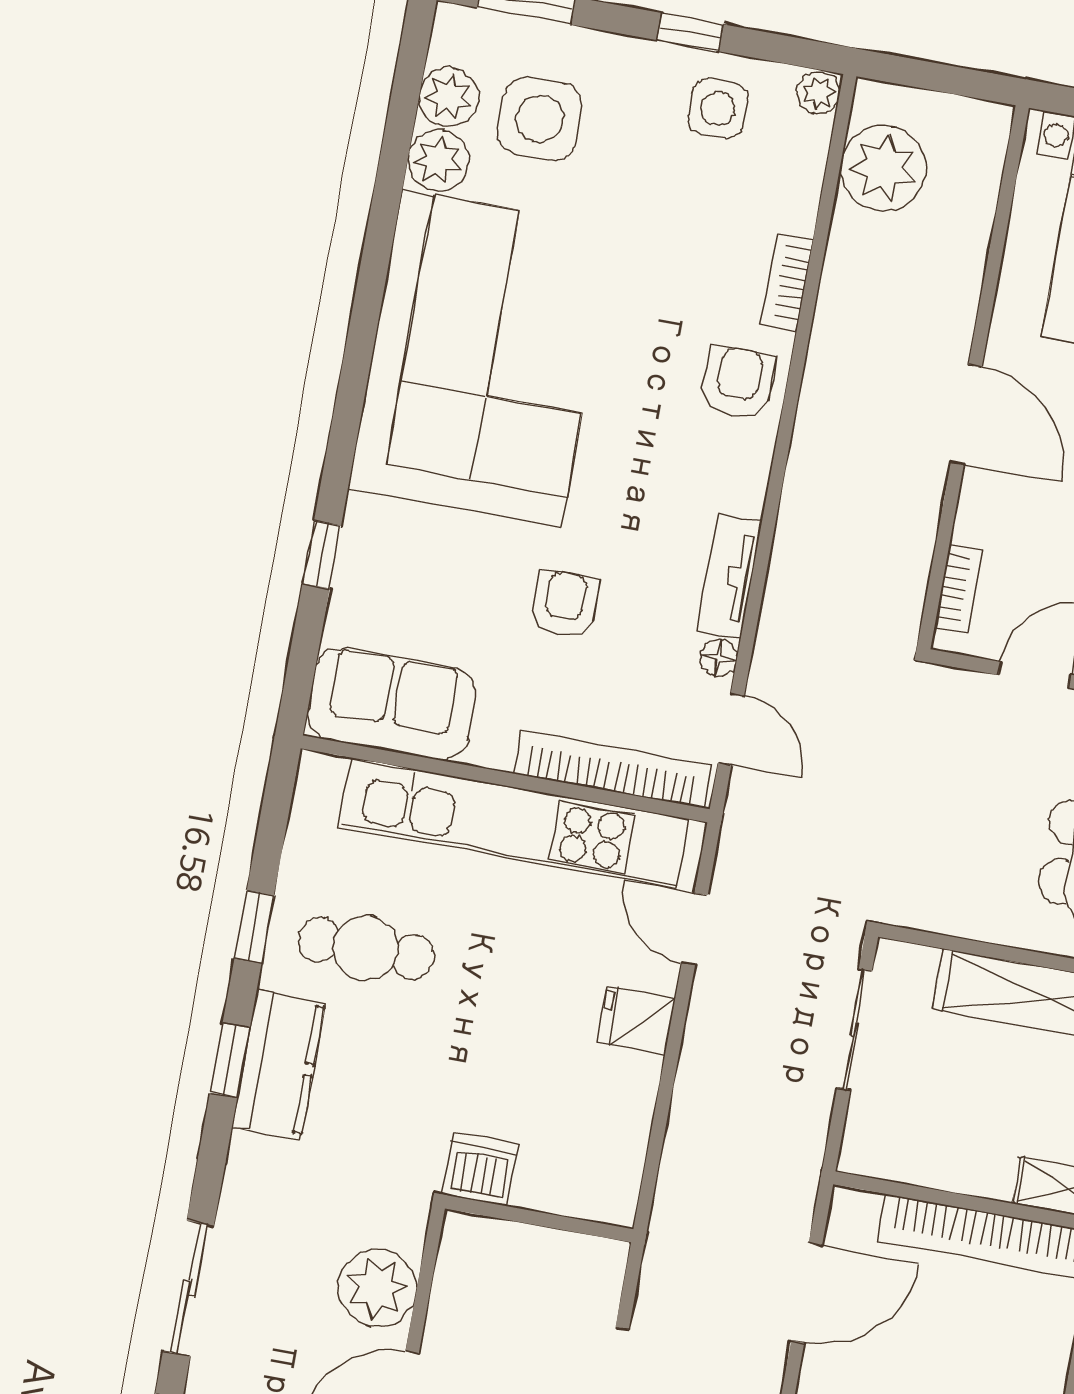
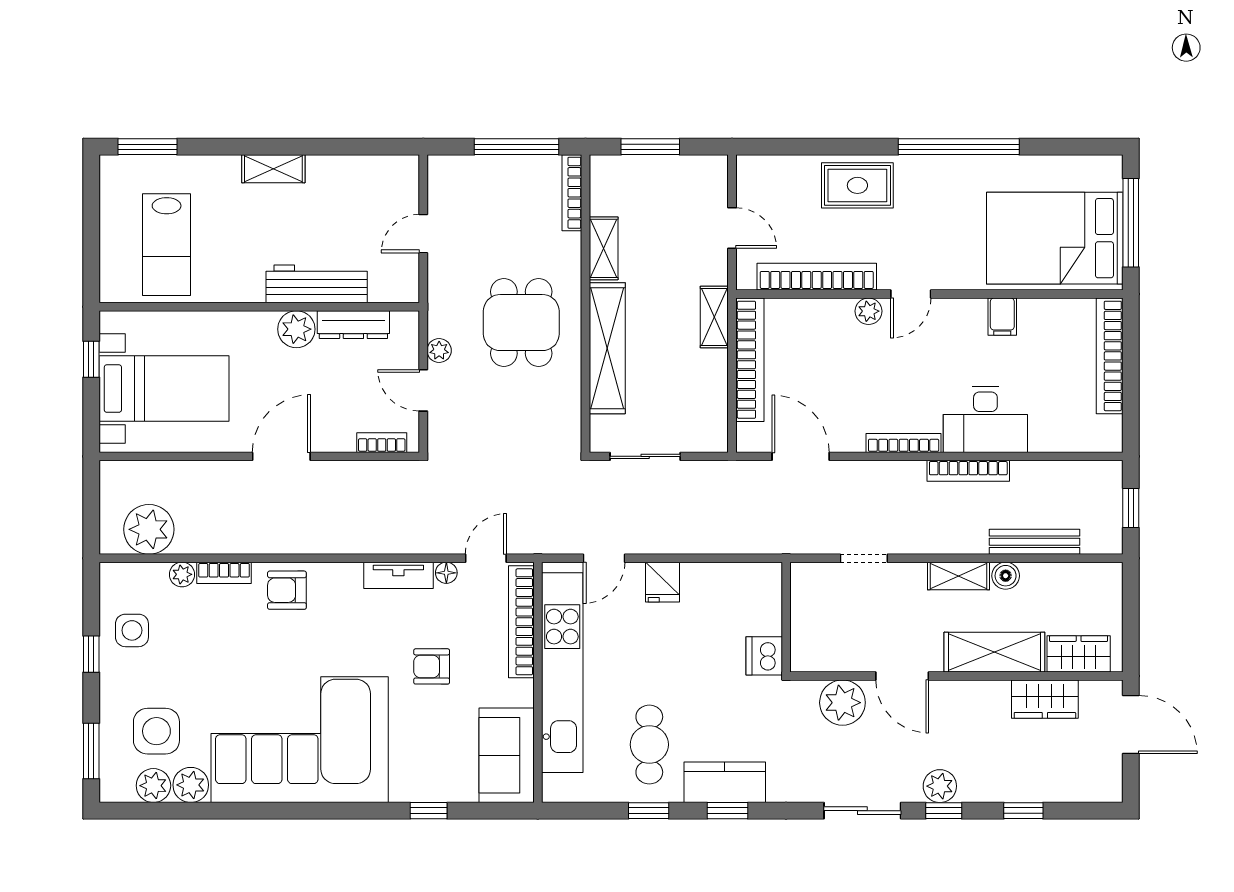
plant: (818, 93) -> (182, 574), moved

